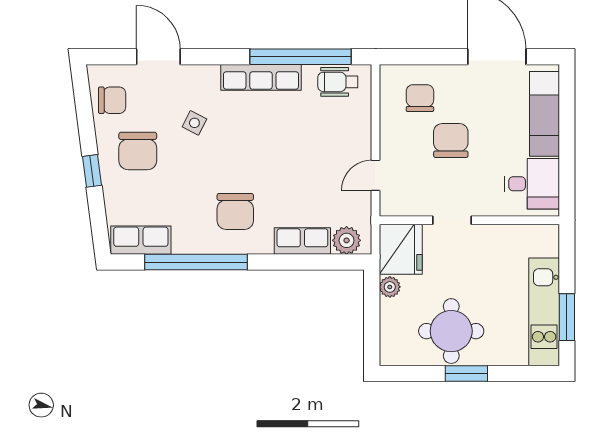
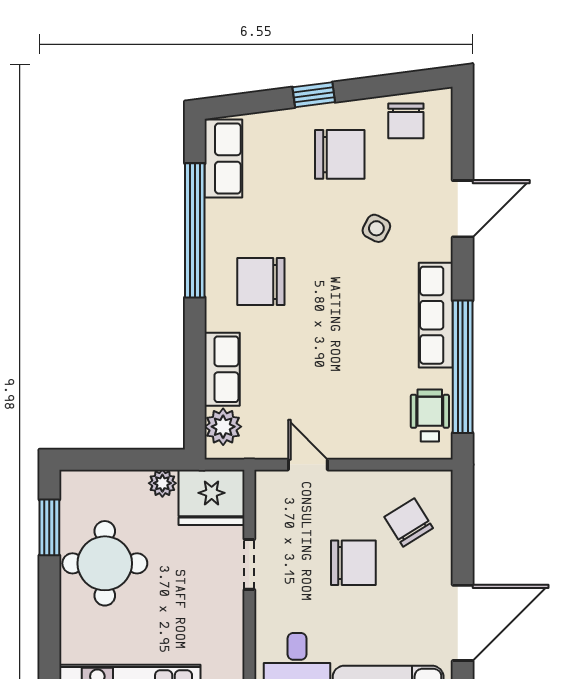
door: (158, 57) -> (463, 209), moved
chair: (420, 98) -> (409, 523), turned -122
chair: (138, 151) -> (340, 154), turned 180
window: (466, 374) -> (49, 527), moved

